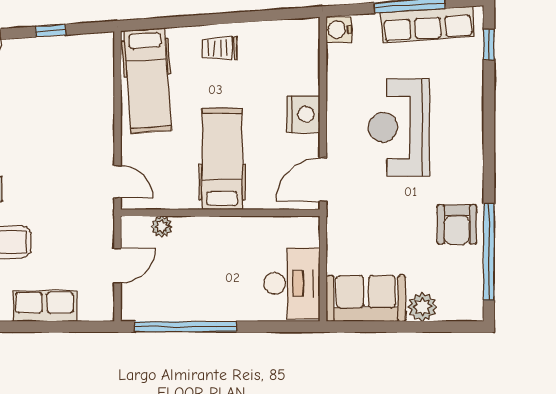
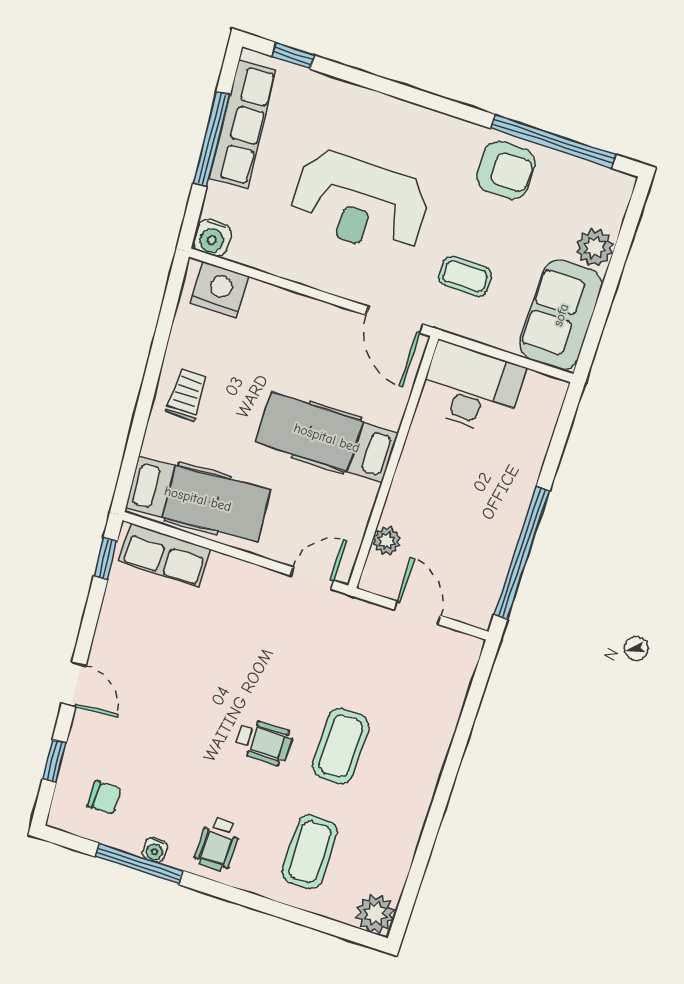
window: (50, 31) -> (105, 559), moved
trolley: (220, 48) -> (187, 395), turned 180
nightstand: (303, 114) -> (220, 290), moved
coffee table: (371, 220) -> (465, 276), added
desk: (292, 283) -> (471, 388), moved
row of seats: (45, 306) -> (165, 555), moved, turned -90

